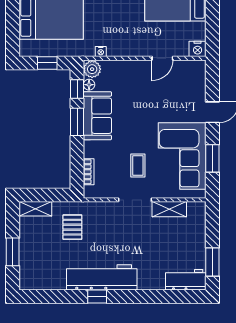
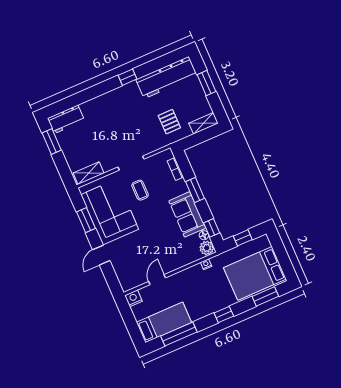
window: (77, 122) -> (195, 190), moved
shelving: (169, 209) -> (89, 173), moved
workbench: (102, 277) -> (167, 78), moved

